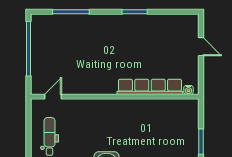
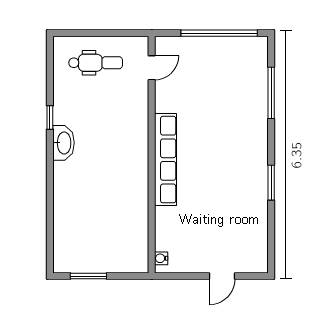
row of seats: (150, 87) -> (166, 160), moved
door: (53, 97) -> (152, 68), hinge flipped

